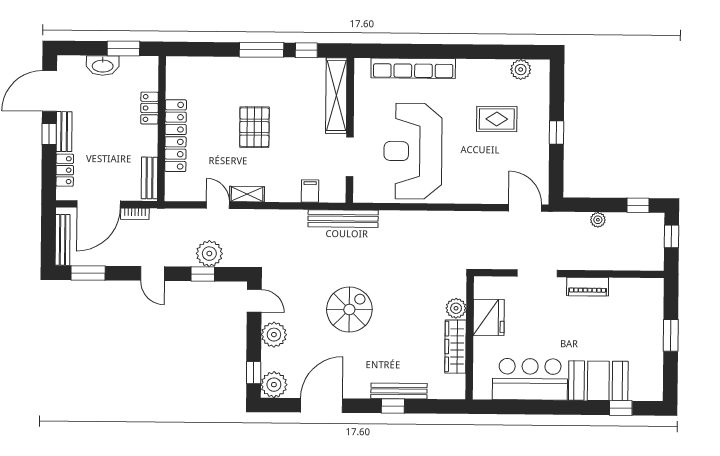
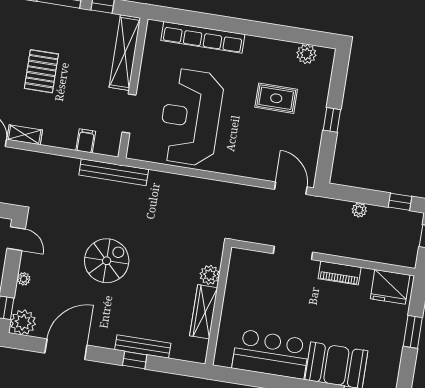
fridge: (489, 317) -> (390, 287), moved, turned 90
plant: (274, 335) -> (24, 279), width x0.53, depth x0.53

